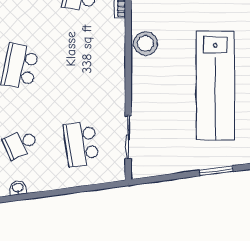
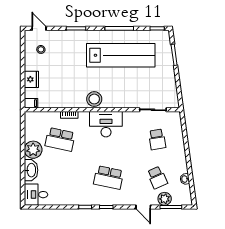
desk: (105, 62) -> (106, 124), added
school desk: (81, 144) -> (157, 139), width x0.54

